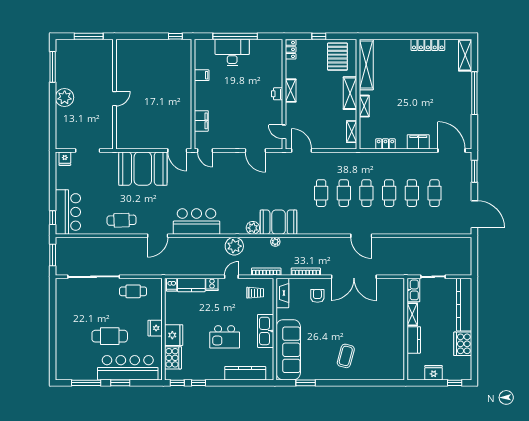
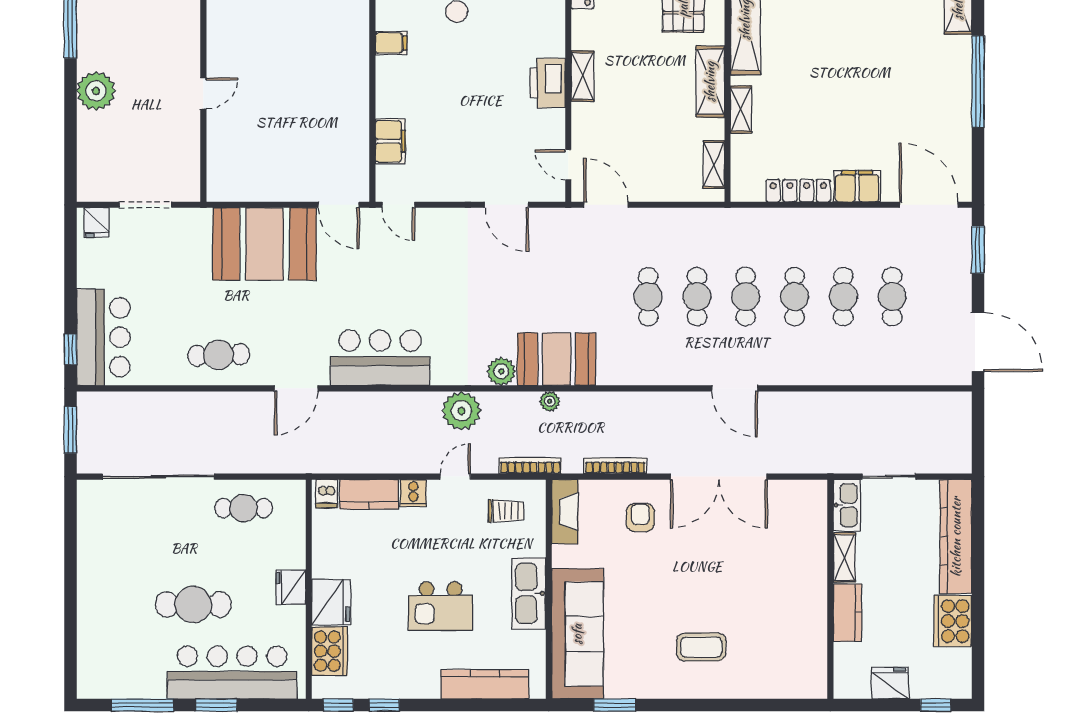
printer: (277, 94) -> (548, 83), width x1.87, depth x1.48
locker: (385, 144) -> (798, 191), width x1.53
coffee table: (346, 356) -> (701, 647), turned 75

